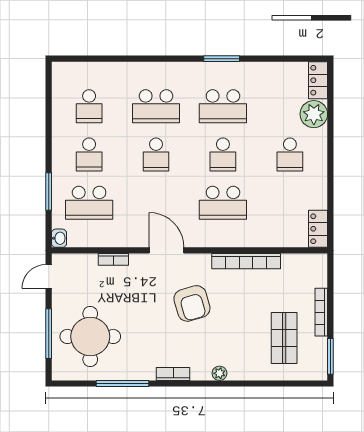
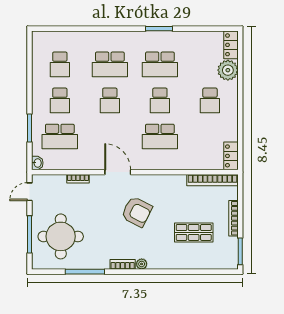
bookcase: (246, 261) -> (212, 180), moved
armchair: (192, 303) -> (137, 212), turned -47
shop shelf: (284, 338) -> (194, 232), moved, turned 90
plant: (219, 373) -> (142, 264), moved

